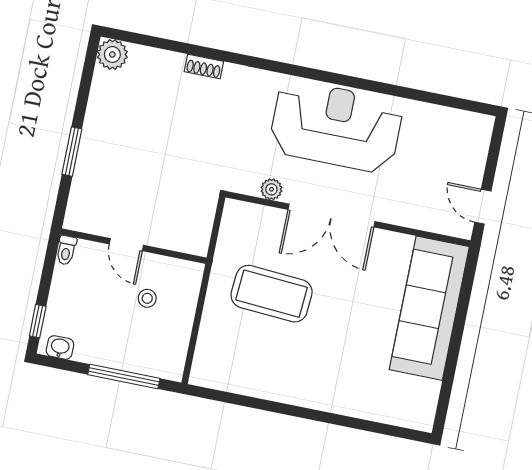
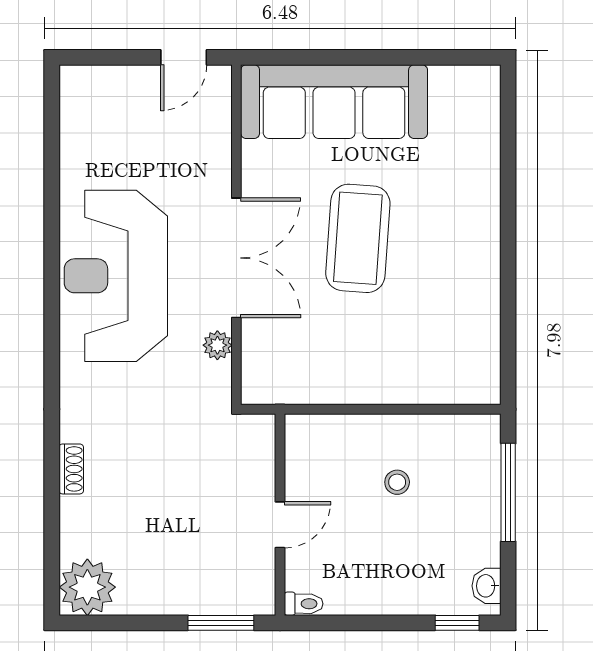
plant: (112, 54) -> (87, 587), width x1.36, depth x1.36
door: (126, 245) -> (280, 525), moved
wall: (134, 246) -> (280, 515), moved
toilet: (66, 250) -> (304, 604), moved
coffee table: (272, 294) -> (358, 238), moved

